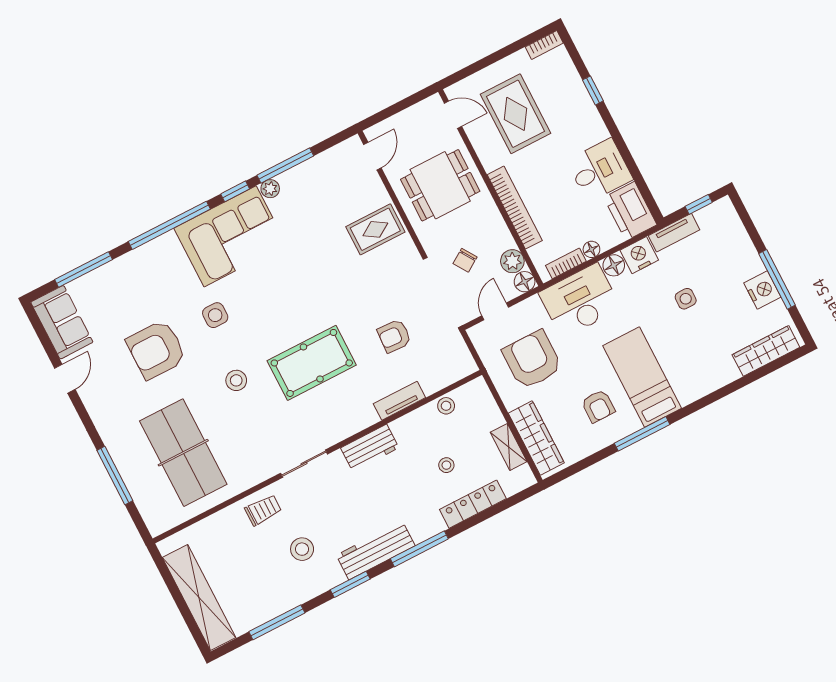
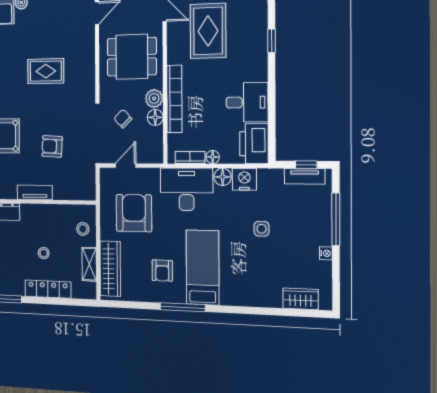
rug: (375, 229) -> (46, 71), moved
tv unit: (674, 233) -> (305, 176), moved
chair: (465, 260) -> (123, 119), turned 79
plant: (512, 261) -> (154, 98), moved
window: (777, 279) -> (336, 219), moved
floor lamp: (525, 282) -> (155, 117), moved
nightstand: (762, 290) -> (326, 253), width x0.53, depth x0.56
wardrobe: (766, 351) -> (300, 299), width x0.67
stool: (446, 406) -> (83, 229), moved

